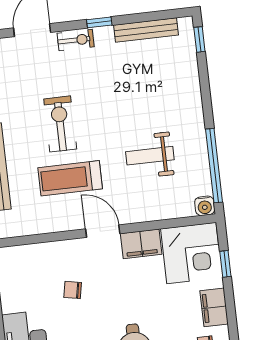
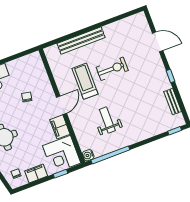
bench: (146, 30) -> (173, 102), width x0.73
exercise bike: (76, 40) -> (158, 66), removed

